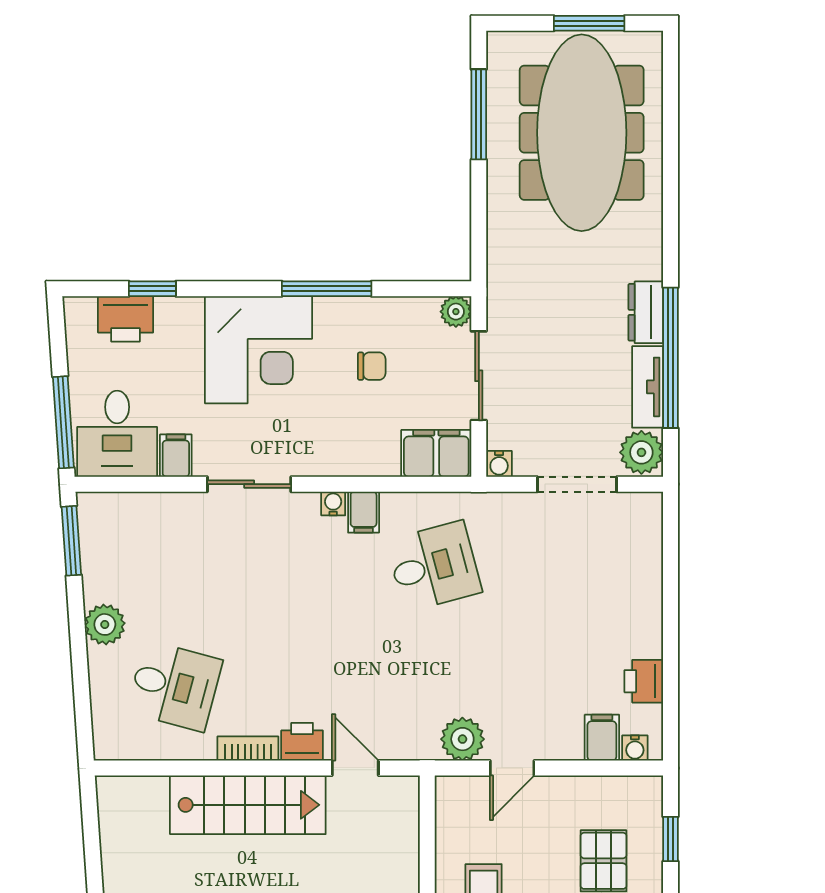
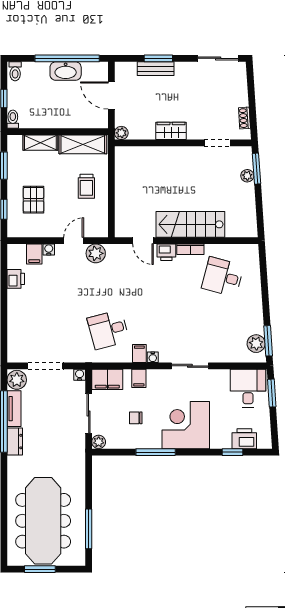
window: (63, 422) -> (272, 393), width x0.69
filing cabinet: (176, 456) -> (139, 378), moved
plant: (105, 624) -> (256, 344), moved
water cooler: (635, 748) -> (49, 249), moved

